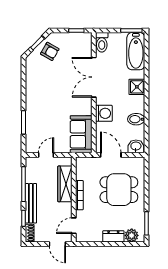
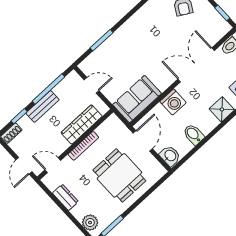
bench: (31, 203) -> (43, 106), width x0.73
dresser: (113, 236) -> (65, 197), moved

